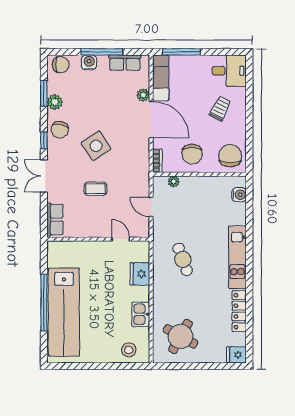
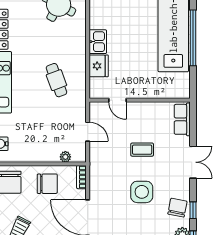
window: (44, 140) -> (193, 210), moved
side table: (96, 146) -> (142, 192), turned 33
chair: (192, 154) -> (47, 184), turned 90
kitchen sink: (141, 314) -> (98, 42), moved

